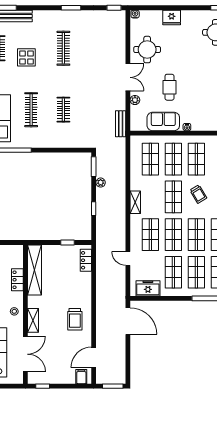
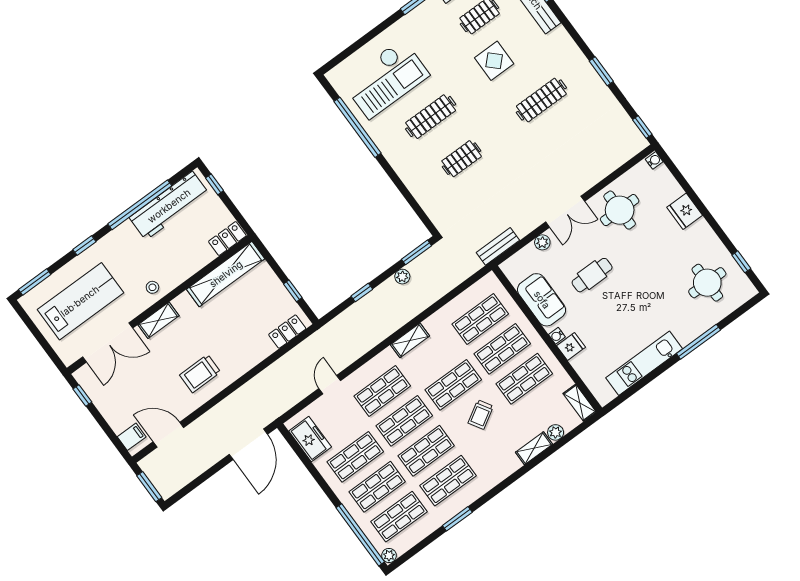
fridge: (197, 124) -> (571, 346), added
locker: (17, 280) -> (227, 239), moved

